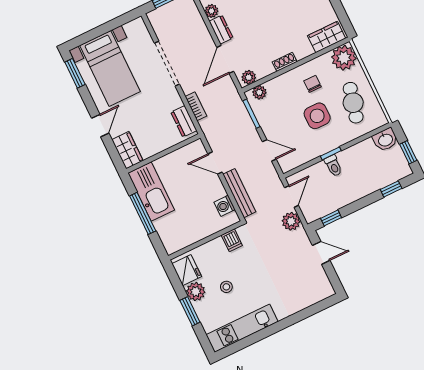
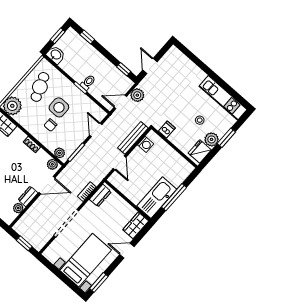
chair: (313, 84) -> (50, 125), moved
cafe table: (353, 103) -> (40, 87), turned -35

